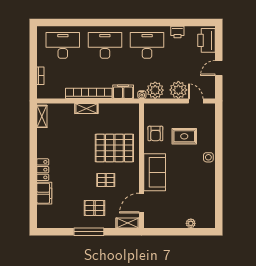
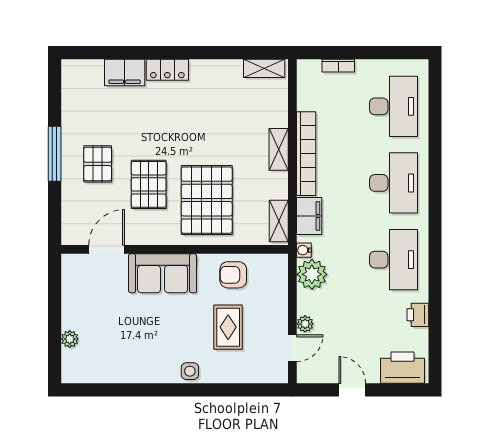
plant: (178, 90) -> (305, 324), width x0.53, depth x0.53
pallet: (106, 180) -> (149, 184), width x1.50, depth x1.42
door: (141, 203) -> (107, 249), hinge flipped
shelving: (128, 223) -> (279, 221), moved

